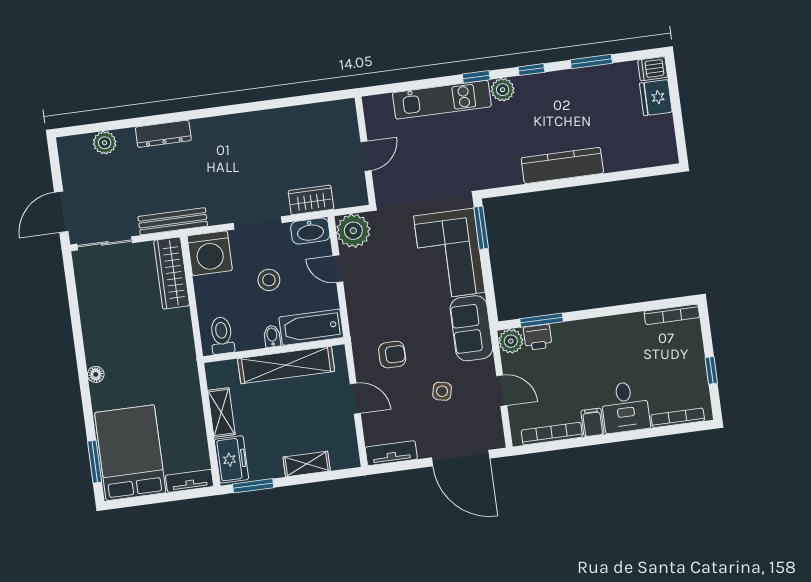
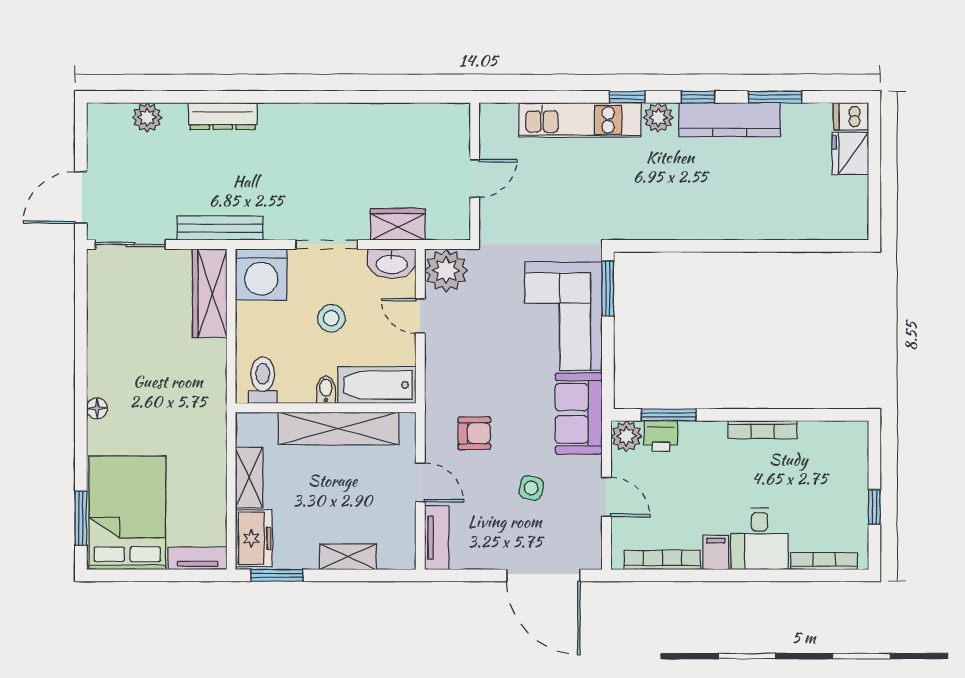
kitchen counter: (562, 165) -> (730, 120), moved, turned 180
bookcase: (672, 314) -> (763, 430), moved
tv unit: (391, 453) -> (437, 538), moved, turned 90

